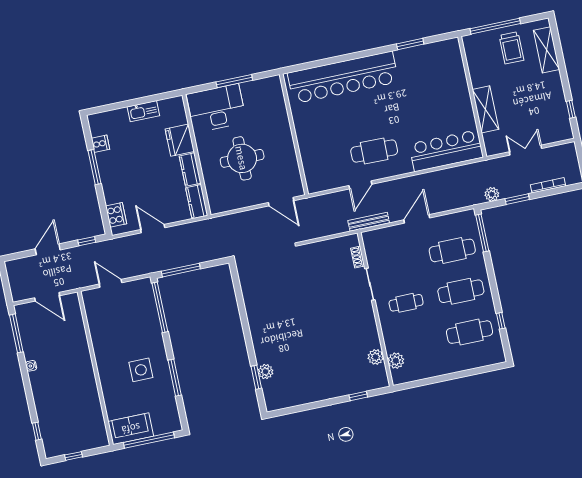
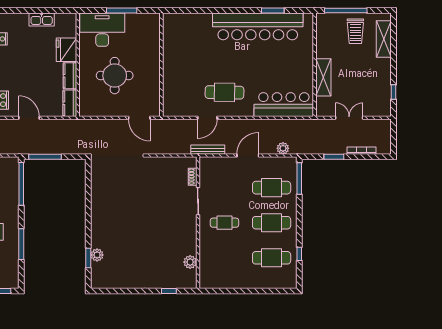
bar counter: (343, 77) -> (258, 26), moved
plant: (492, 194) -> (283, 148), moved
plant: (396, 361) -> (206, 269), removed

